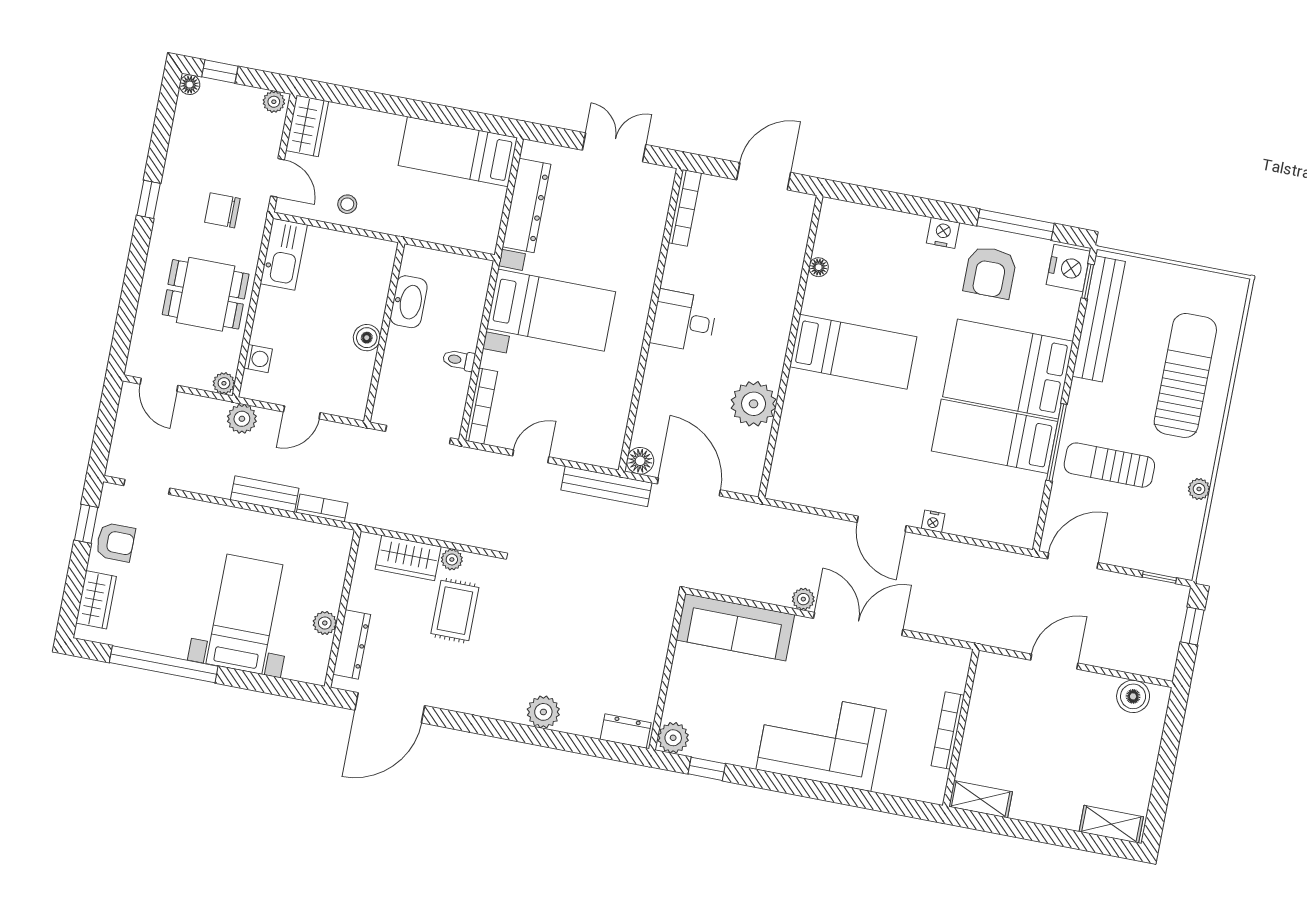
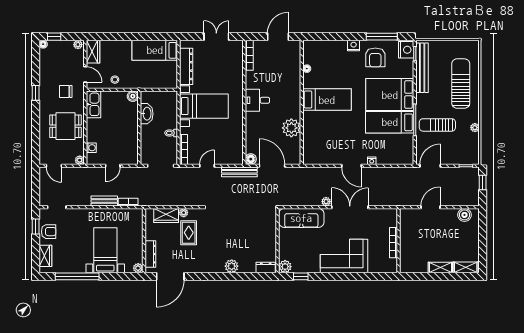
boiler: (367, 338) -> (133, 96), moved
plant: (242, 419) -> (89, 173), removed
plant: (325, 623) -> (138, 268), moved
shelving: (981, 799) -> (440, 267), moved

